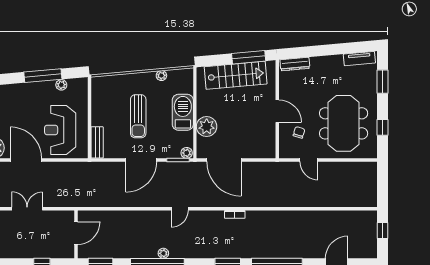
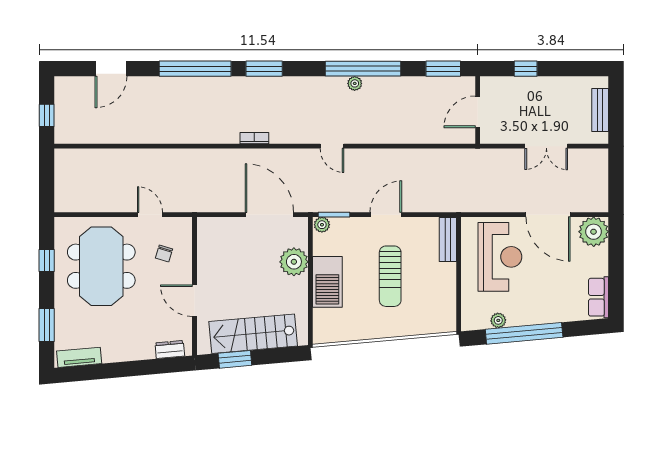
window: (249, 57) -> (235, 359), width x0.69
dresser: (295, 64) -> (170, 350), width x0.70
window: (43, 76) -> (524, 333), width x1.46
plant: (161, 76) -> (357, 333), removed
door: (277, 111) -> (194, 301), moved
sun lounger: (138, 116) -> (390, 276), turned 180
door: (141, 160) -> (386, 215), width x0.73
door: (180, 209) -> (332, 146), swing flipped

